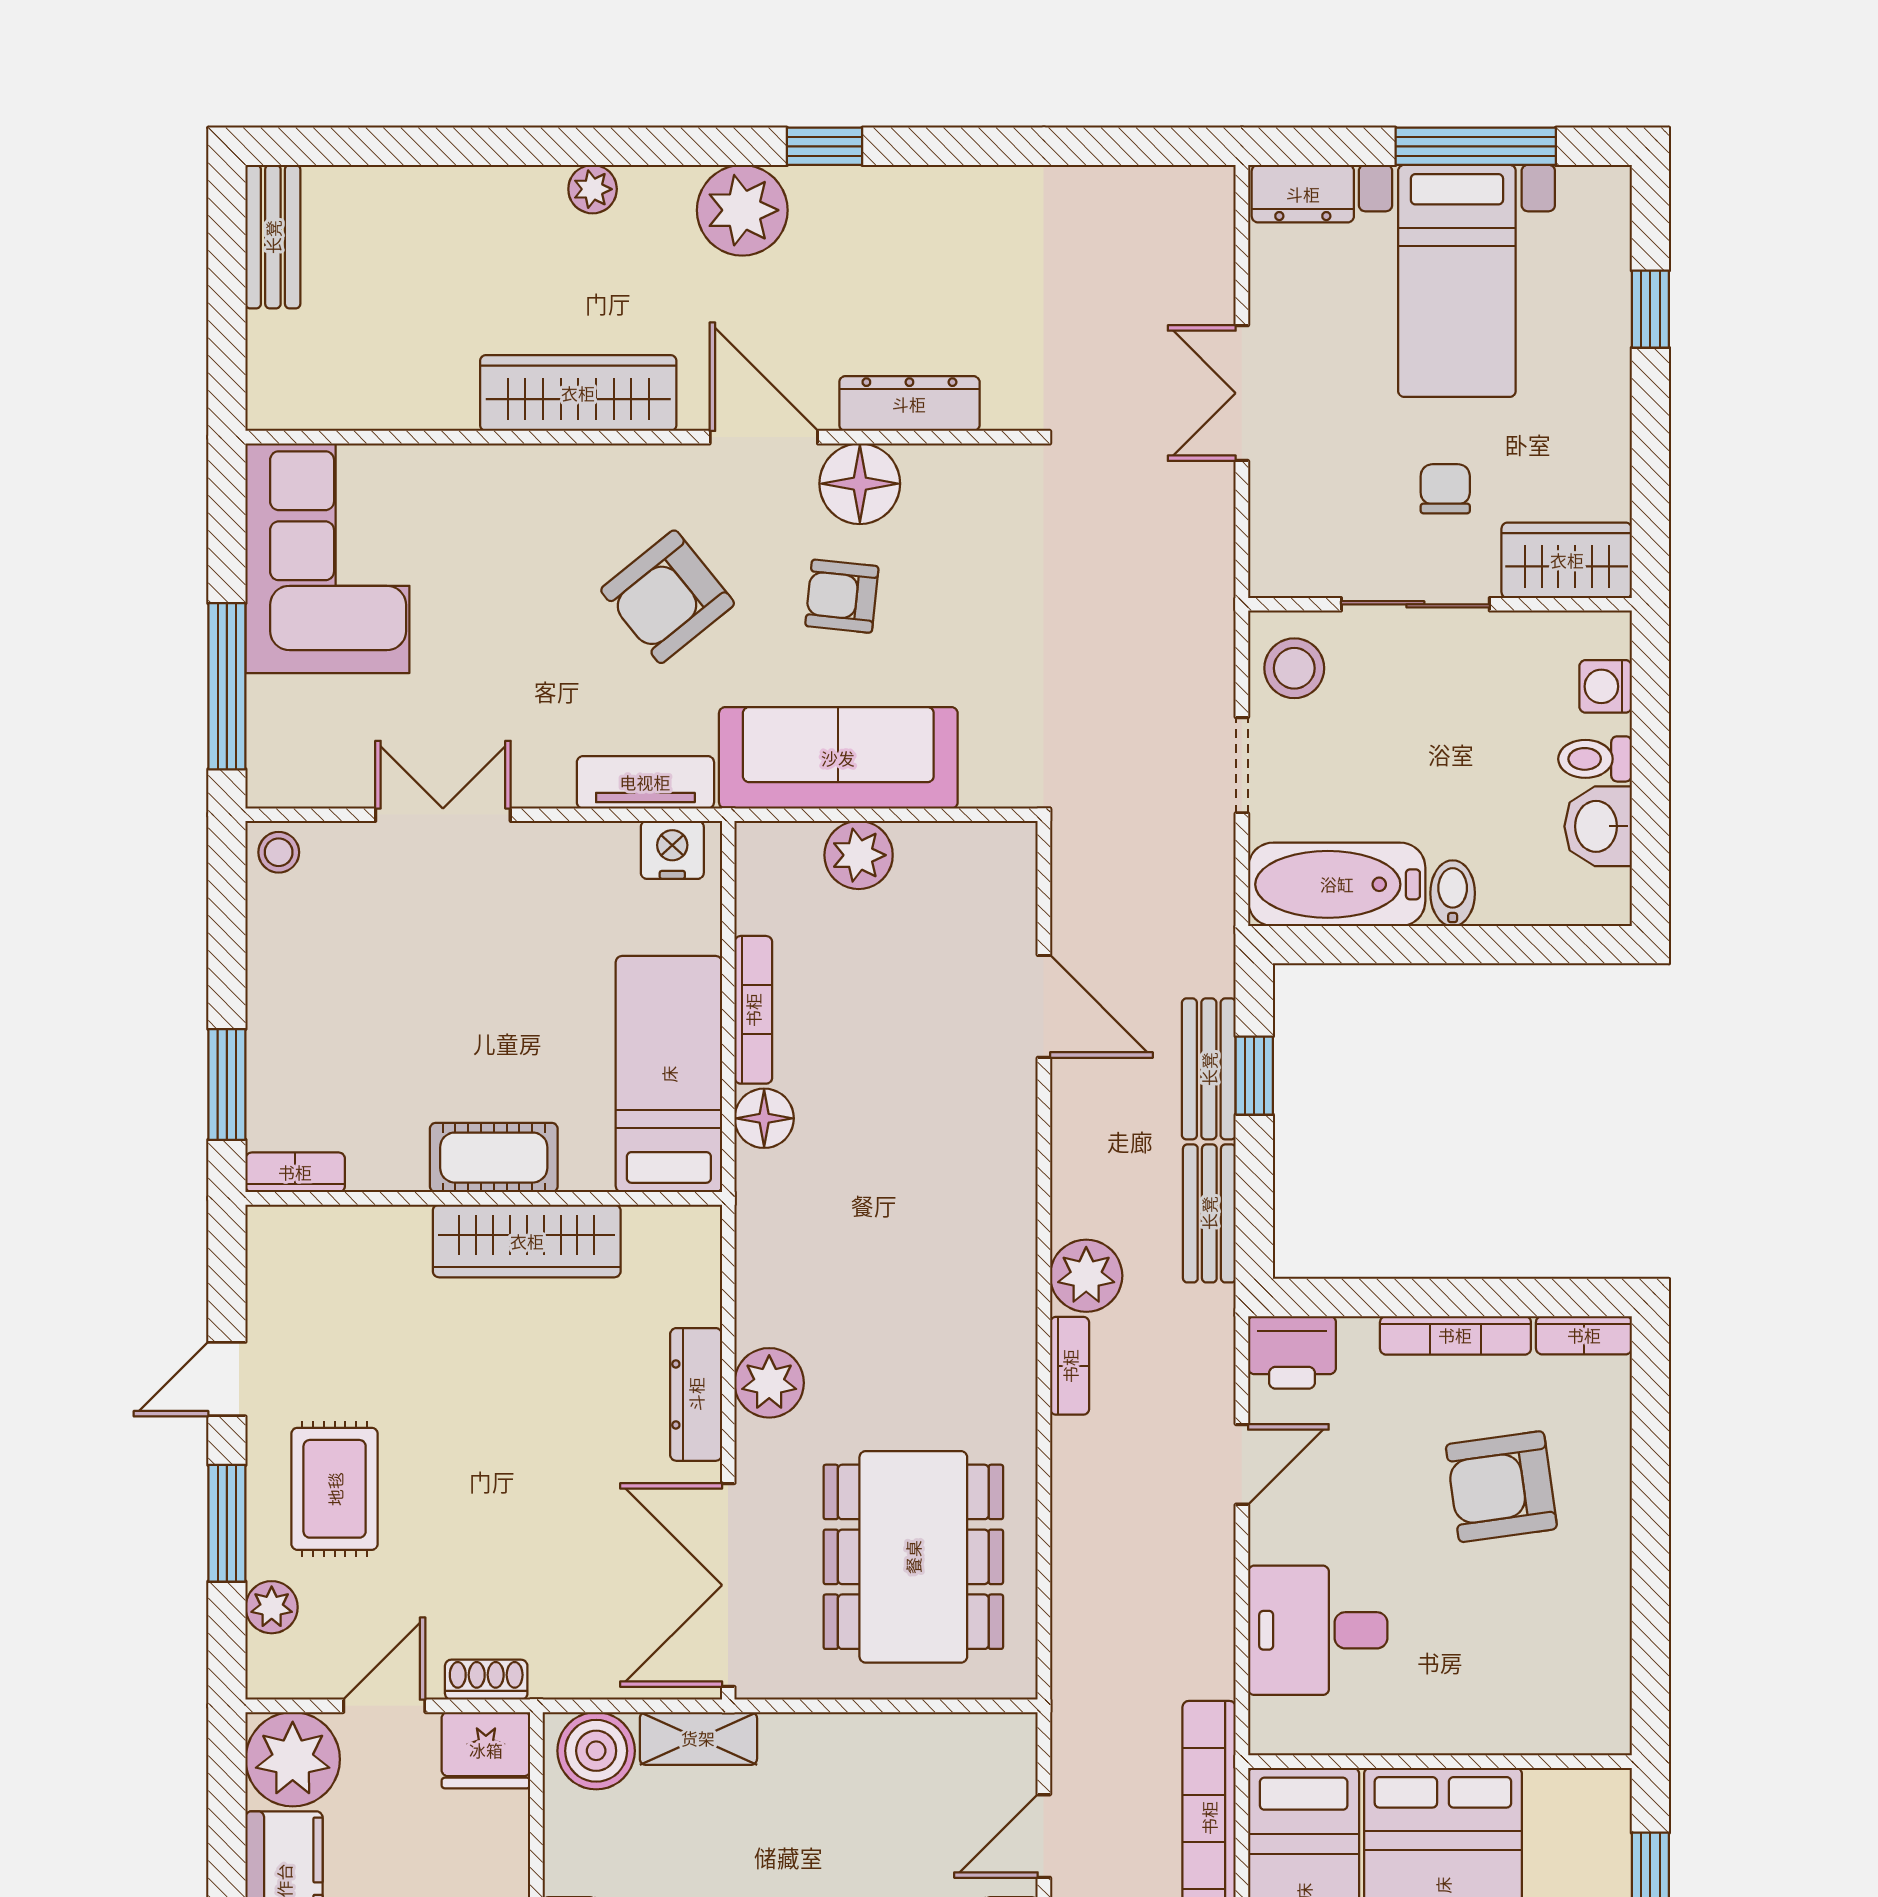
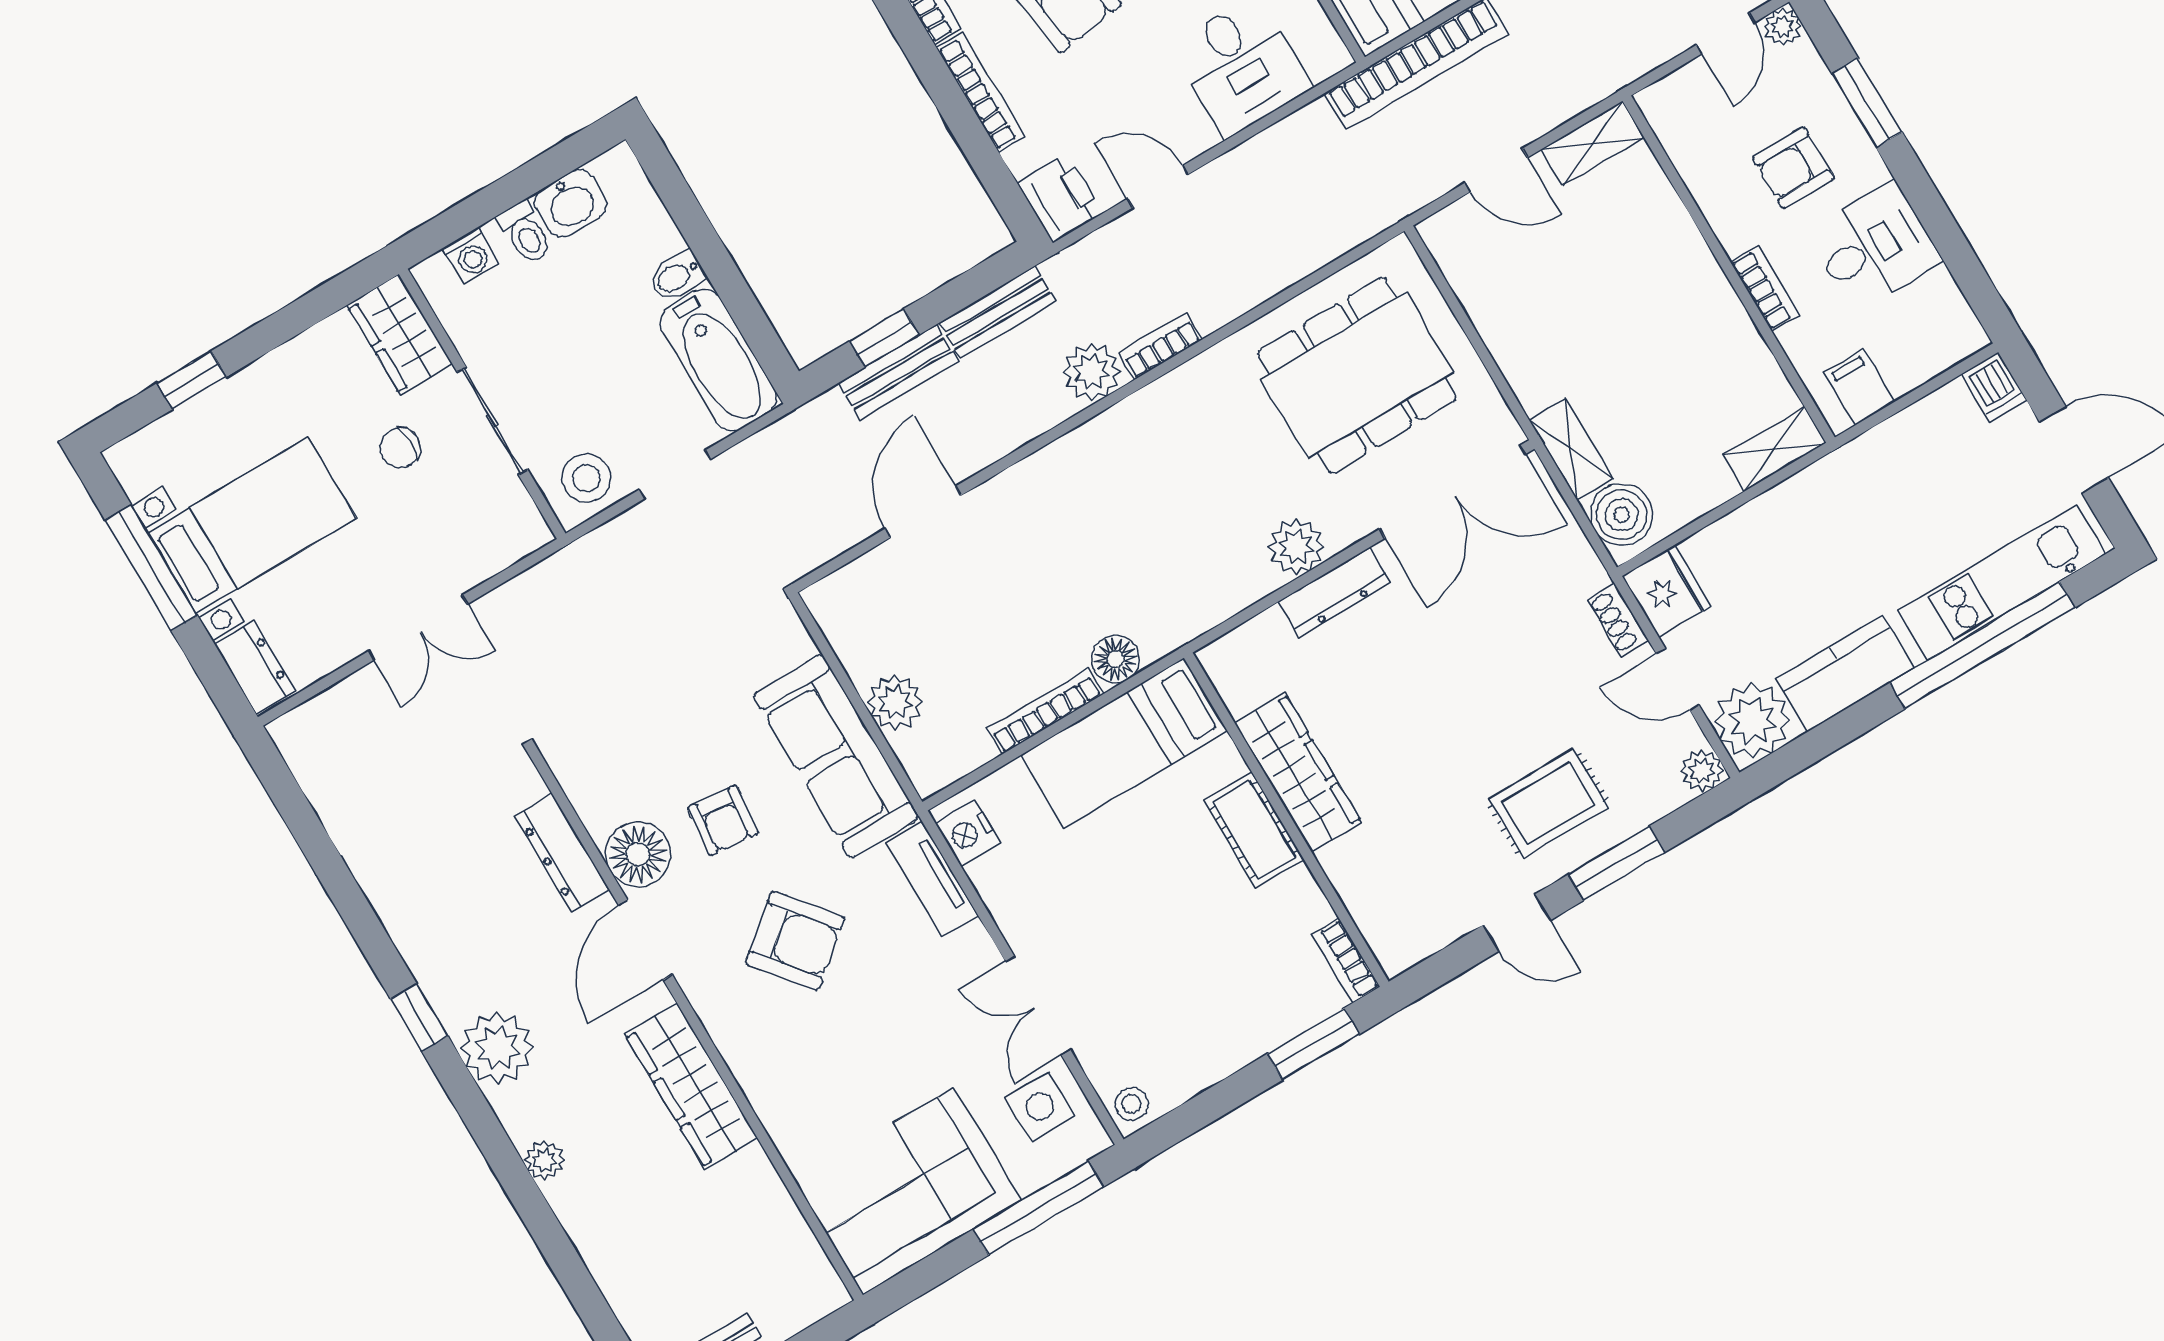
side table: (334, 752) -> (1040, 1107), added
plant: (272, 1607) -> (1702, 771), moved

